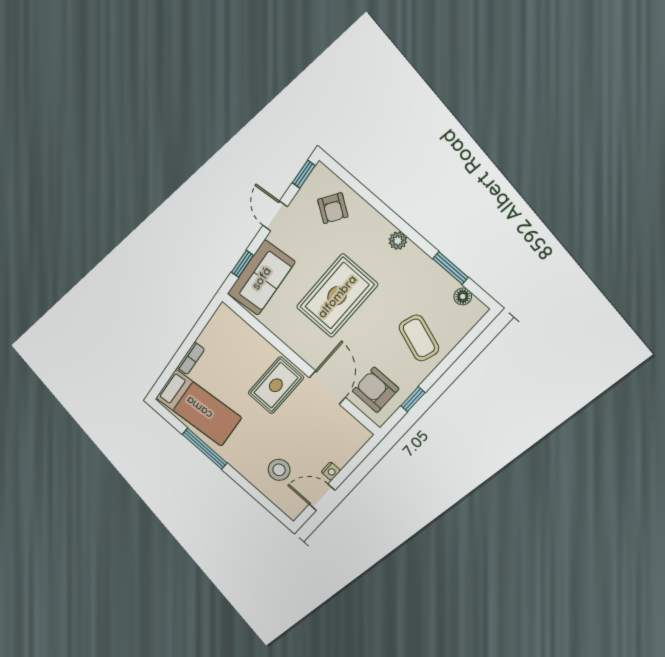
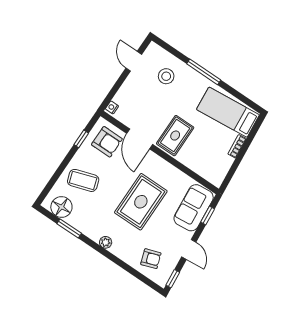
armchair: (333, 208) -> (151, 259), turned 127
floor lamp: (463, 296) -> (61, 207), width x1.89, depth x1.89
coffee table: (419, 338) -> (83, 180), turned -37
window: (205, 449) -> (204, 72), moved
nightstand: (331, 471) -> (112, 107), moved
door: (322, 497) -> (134, 61), swing flipped

